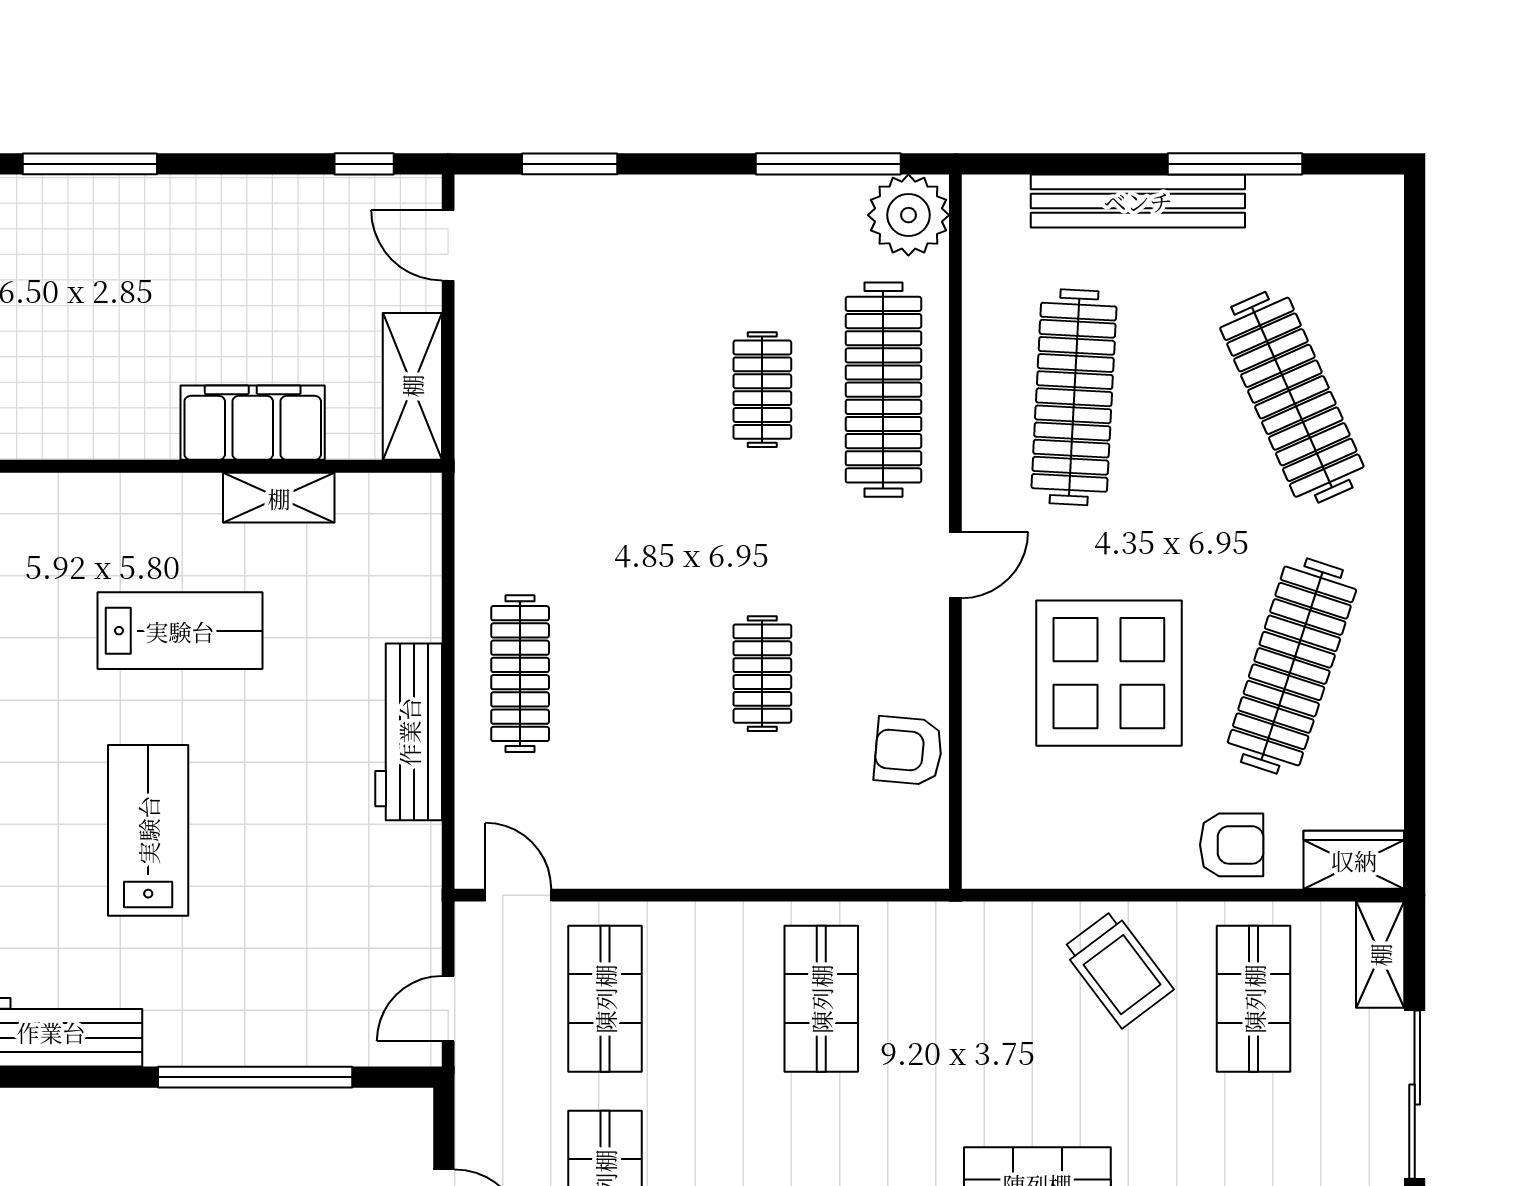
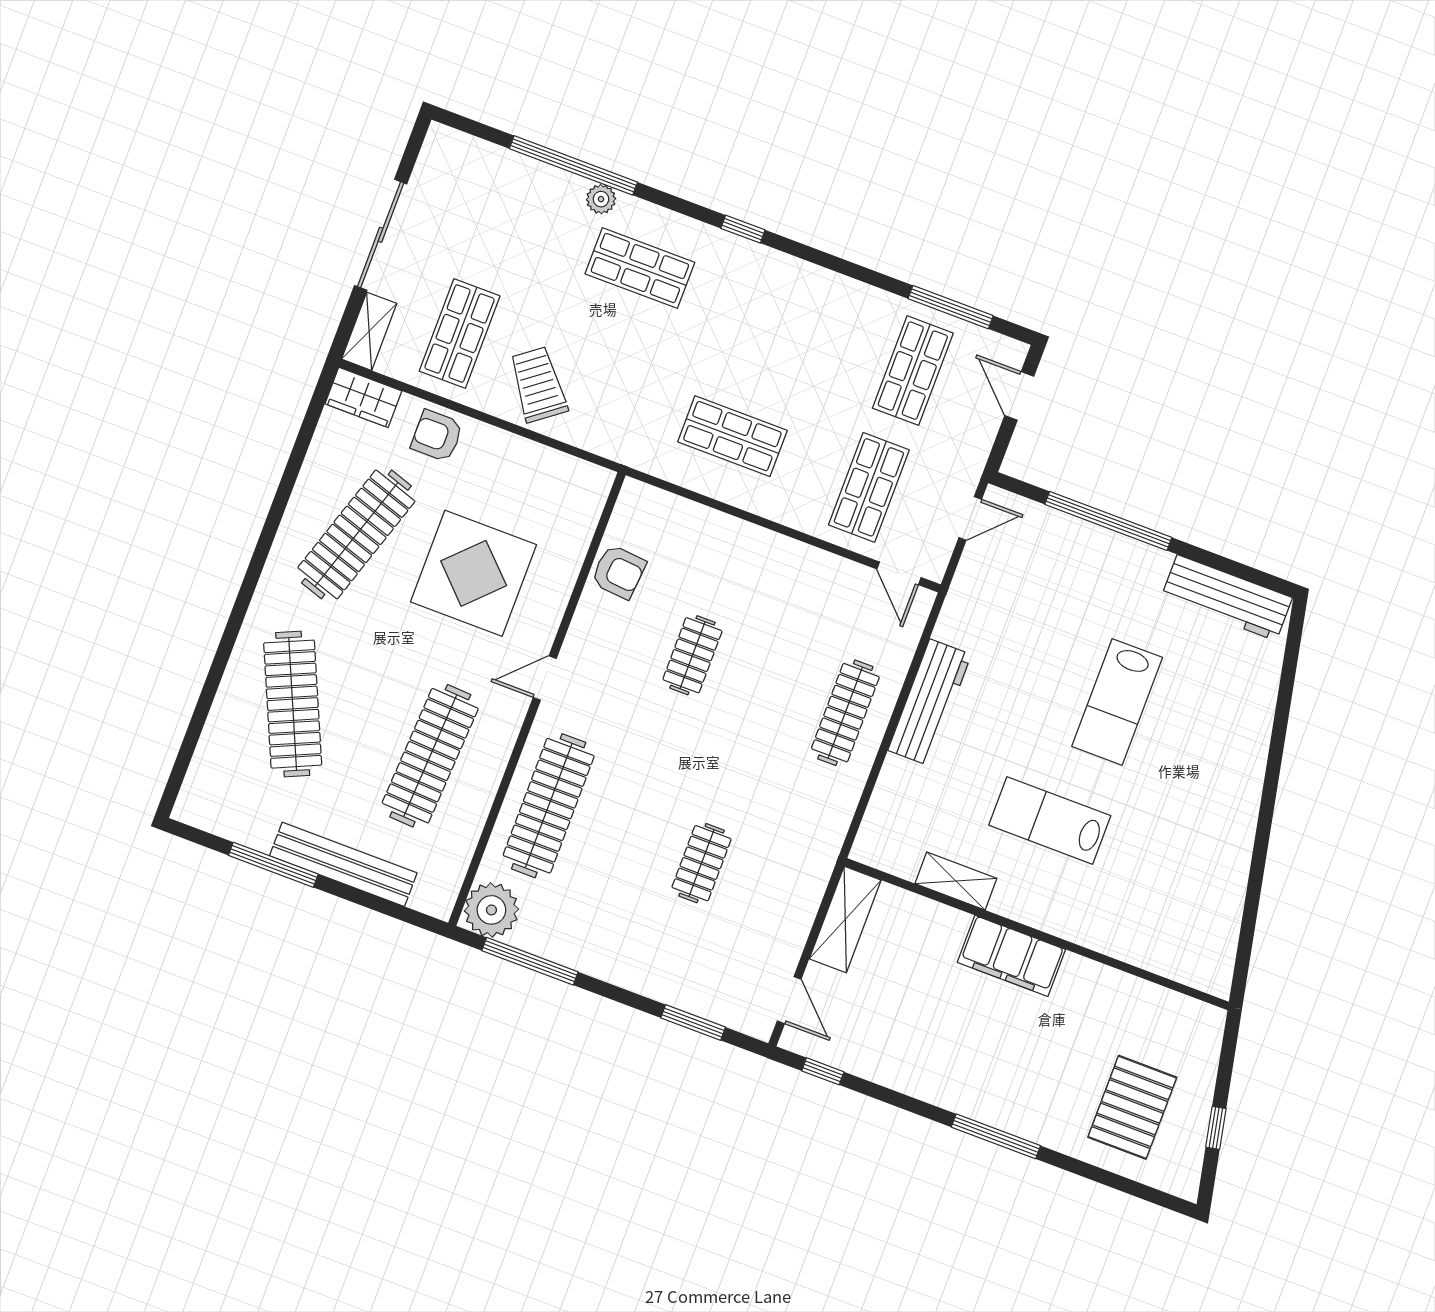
clothes rail: (762, 390) -> (702, 863), moved
filing cabinet: (253, 423) -> (1011, 956), moved
shop shelf: (821, 999) -> (732, 436), turned 90

